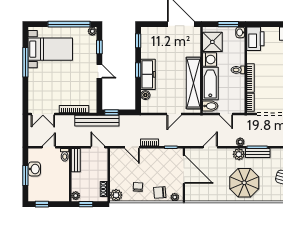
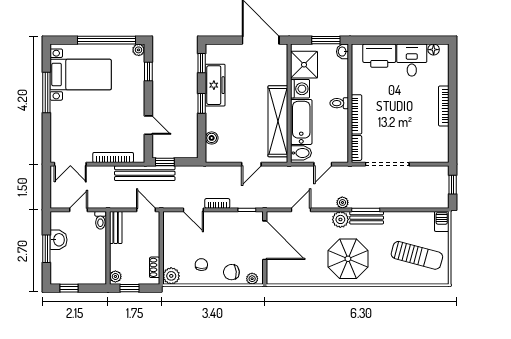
printer: (255, 39) -> (379, 56), moved, turned 90
door: (99, 71) -> (148, 125), moved
freezer: (148, 74) -> (215, 85), moved
door: (226, 114) -> (323, 164), hinge flipped

